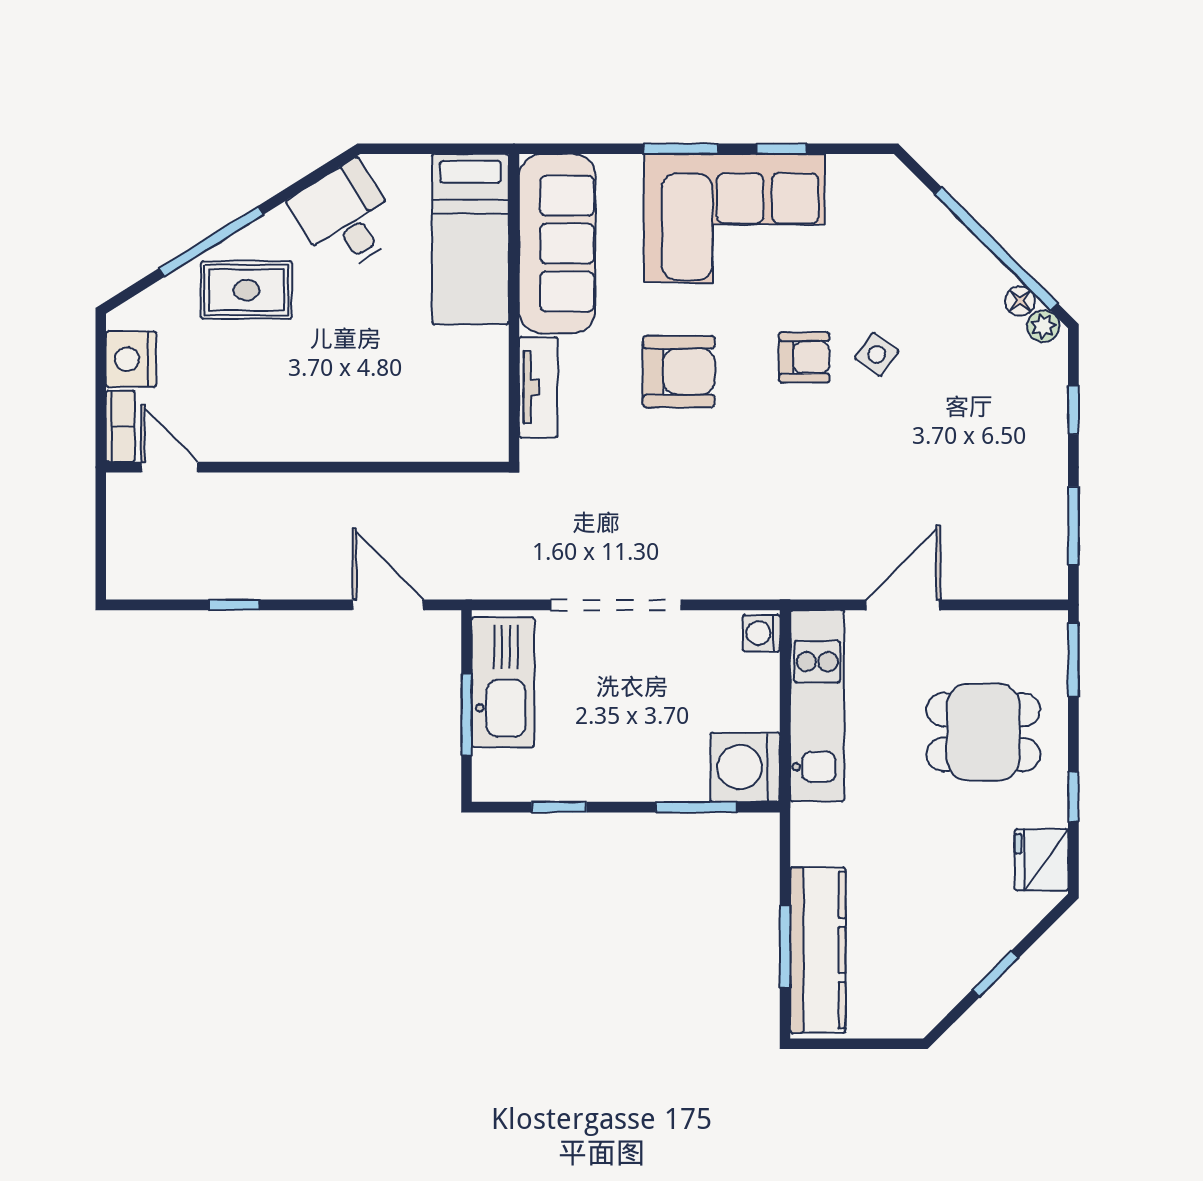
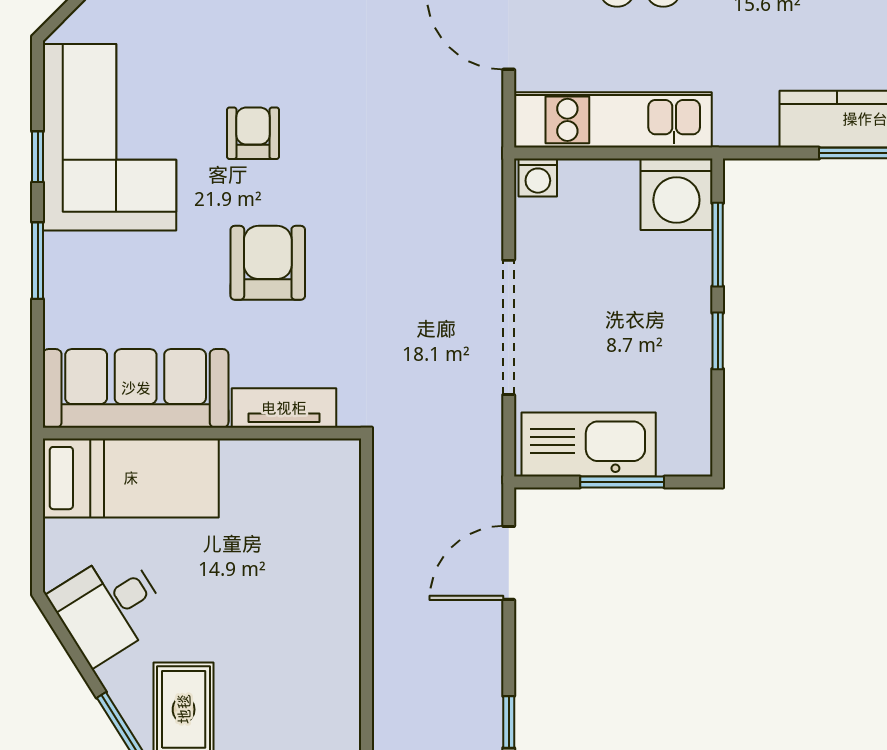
corner sofa: (734, 218) -> (109, 137), moved
side table: (877, 354) -> (250, 58), removed
window: (559, 807) -> (718, 341), moved

